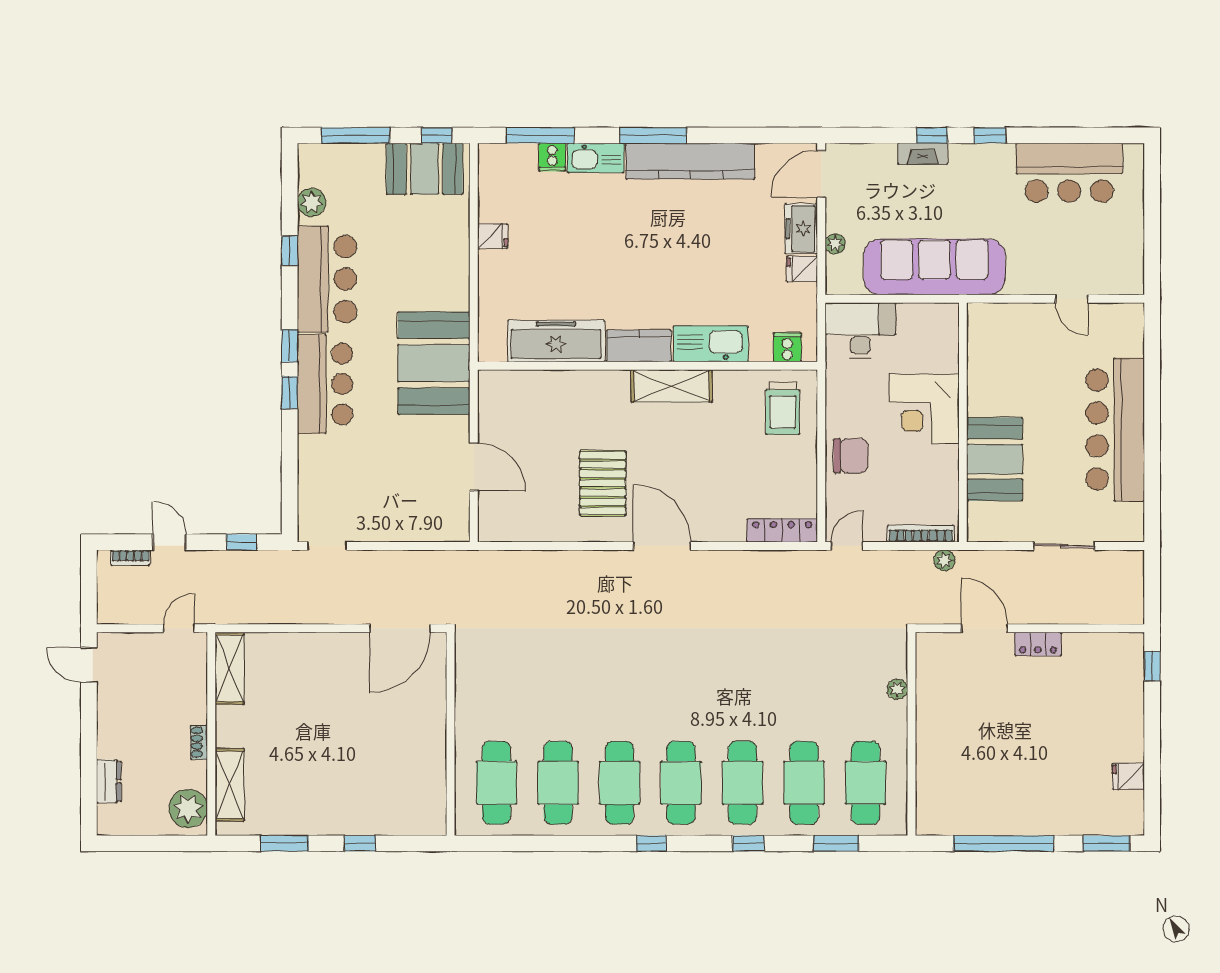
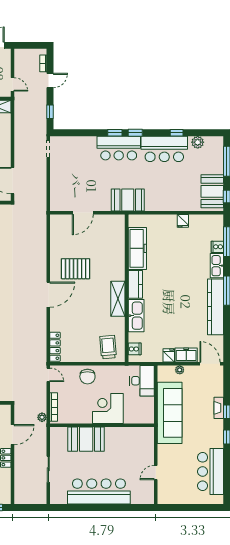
booth: (434, 363) -> (128, 200), width x0.73, depth x0.70
trolley: (783, 408) -> (108, 347), turned 85

